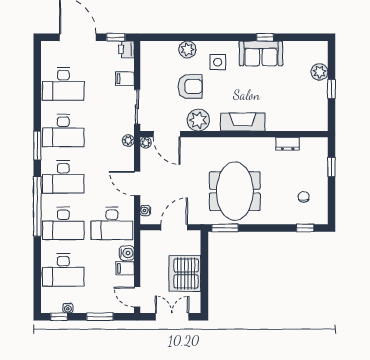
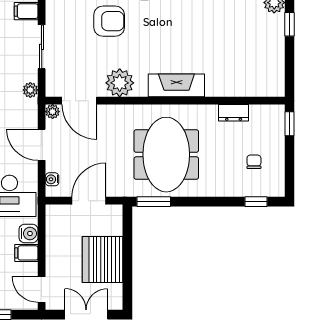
plant: (198, 120) -> (120, 83), moved
fireplace: (243, 122) -> (176, 85), moved
door: (167, 134) -> (79, 101), moved
wall: (234, 134) -> (165, 101), moved
plant: (146, 143) -> (53, 112), moved
dresser: (288, 144) -> (234, 113), moved

